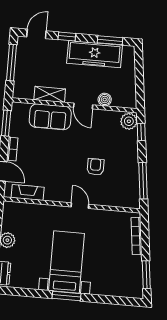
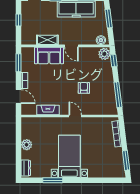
window: (11, 63) -> (19, 20), width x0.46
window: (139, 72) -> (109, 18), added
boiler: (105, 100) -> (101, 40), moved
fireplace: (28, 192) -> (48, 110), moved
window: (66, 296) -> (53, 180), moved

